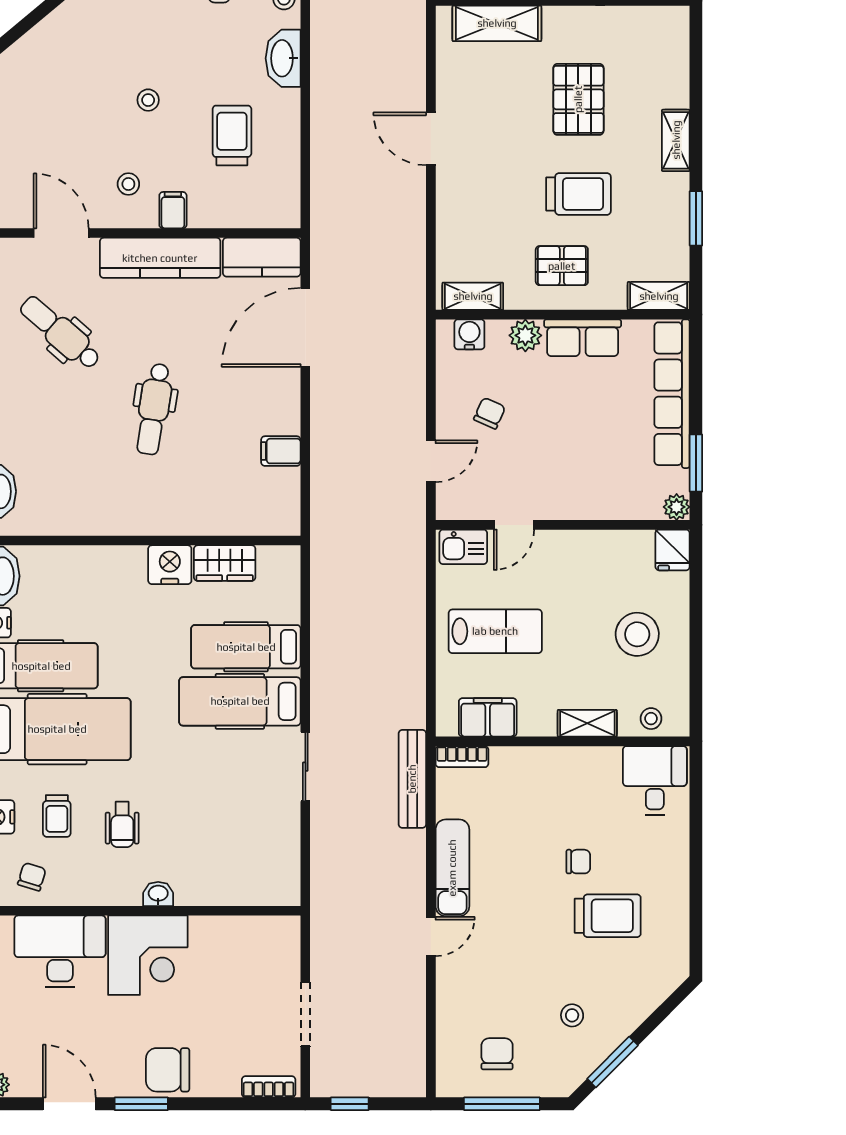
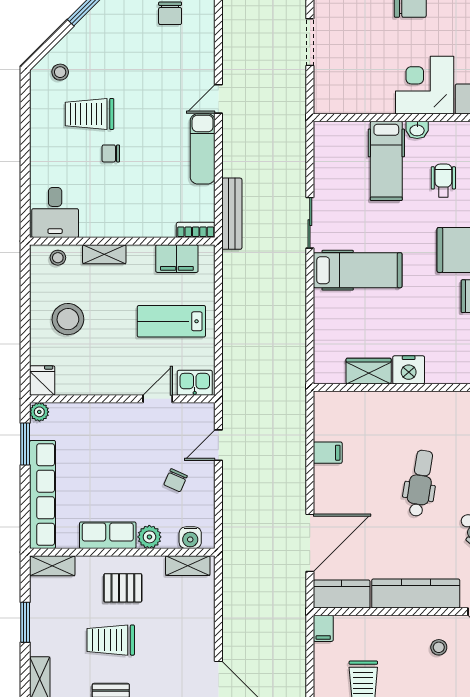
filing cabinet: (173, 210) -> (323, 628), moved
hospital bed: (246, 647) -> (386, 161), moved, turned 90
stool: (572, 1015) -> (60, 72), moved

